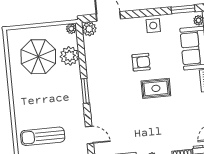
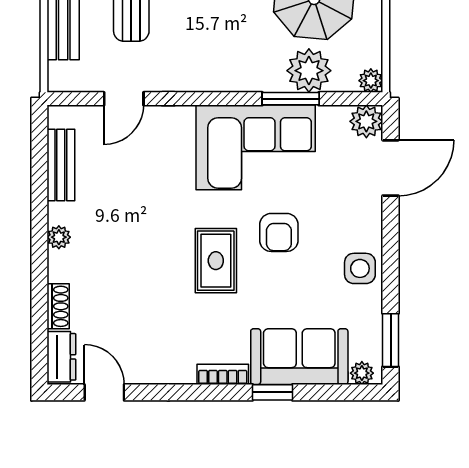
corner sofa: (105, 76) -> (256, 147), added
window: (85, 91) -> (291, 99), moved

